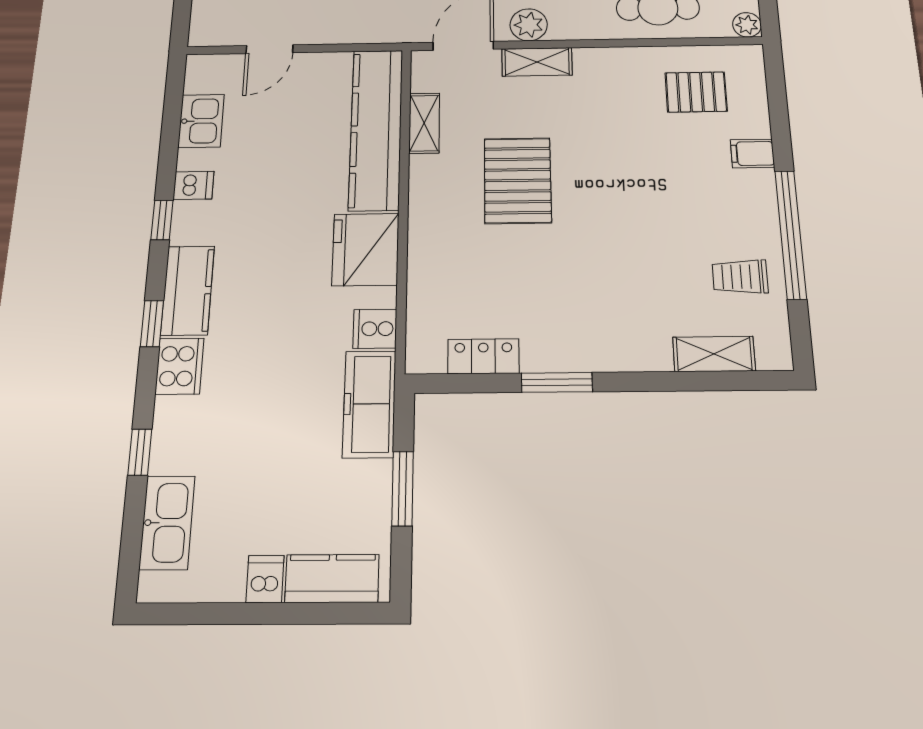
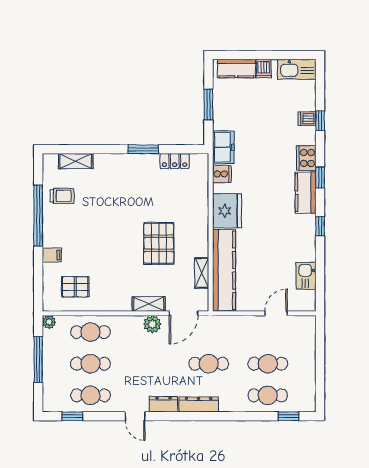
dishwasher: (193, 185) -> (307, 119), moved
freezer: (369, 404) -> (223, 147), width x0.71
kitchen sink: (167, 522) -> (297, 69), moved, turned -90

